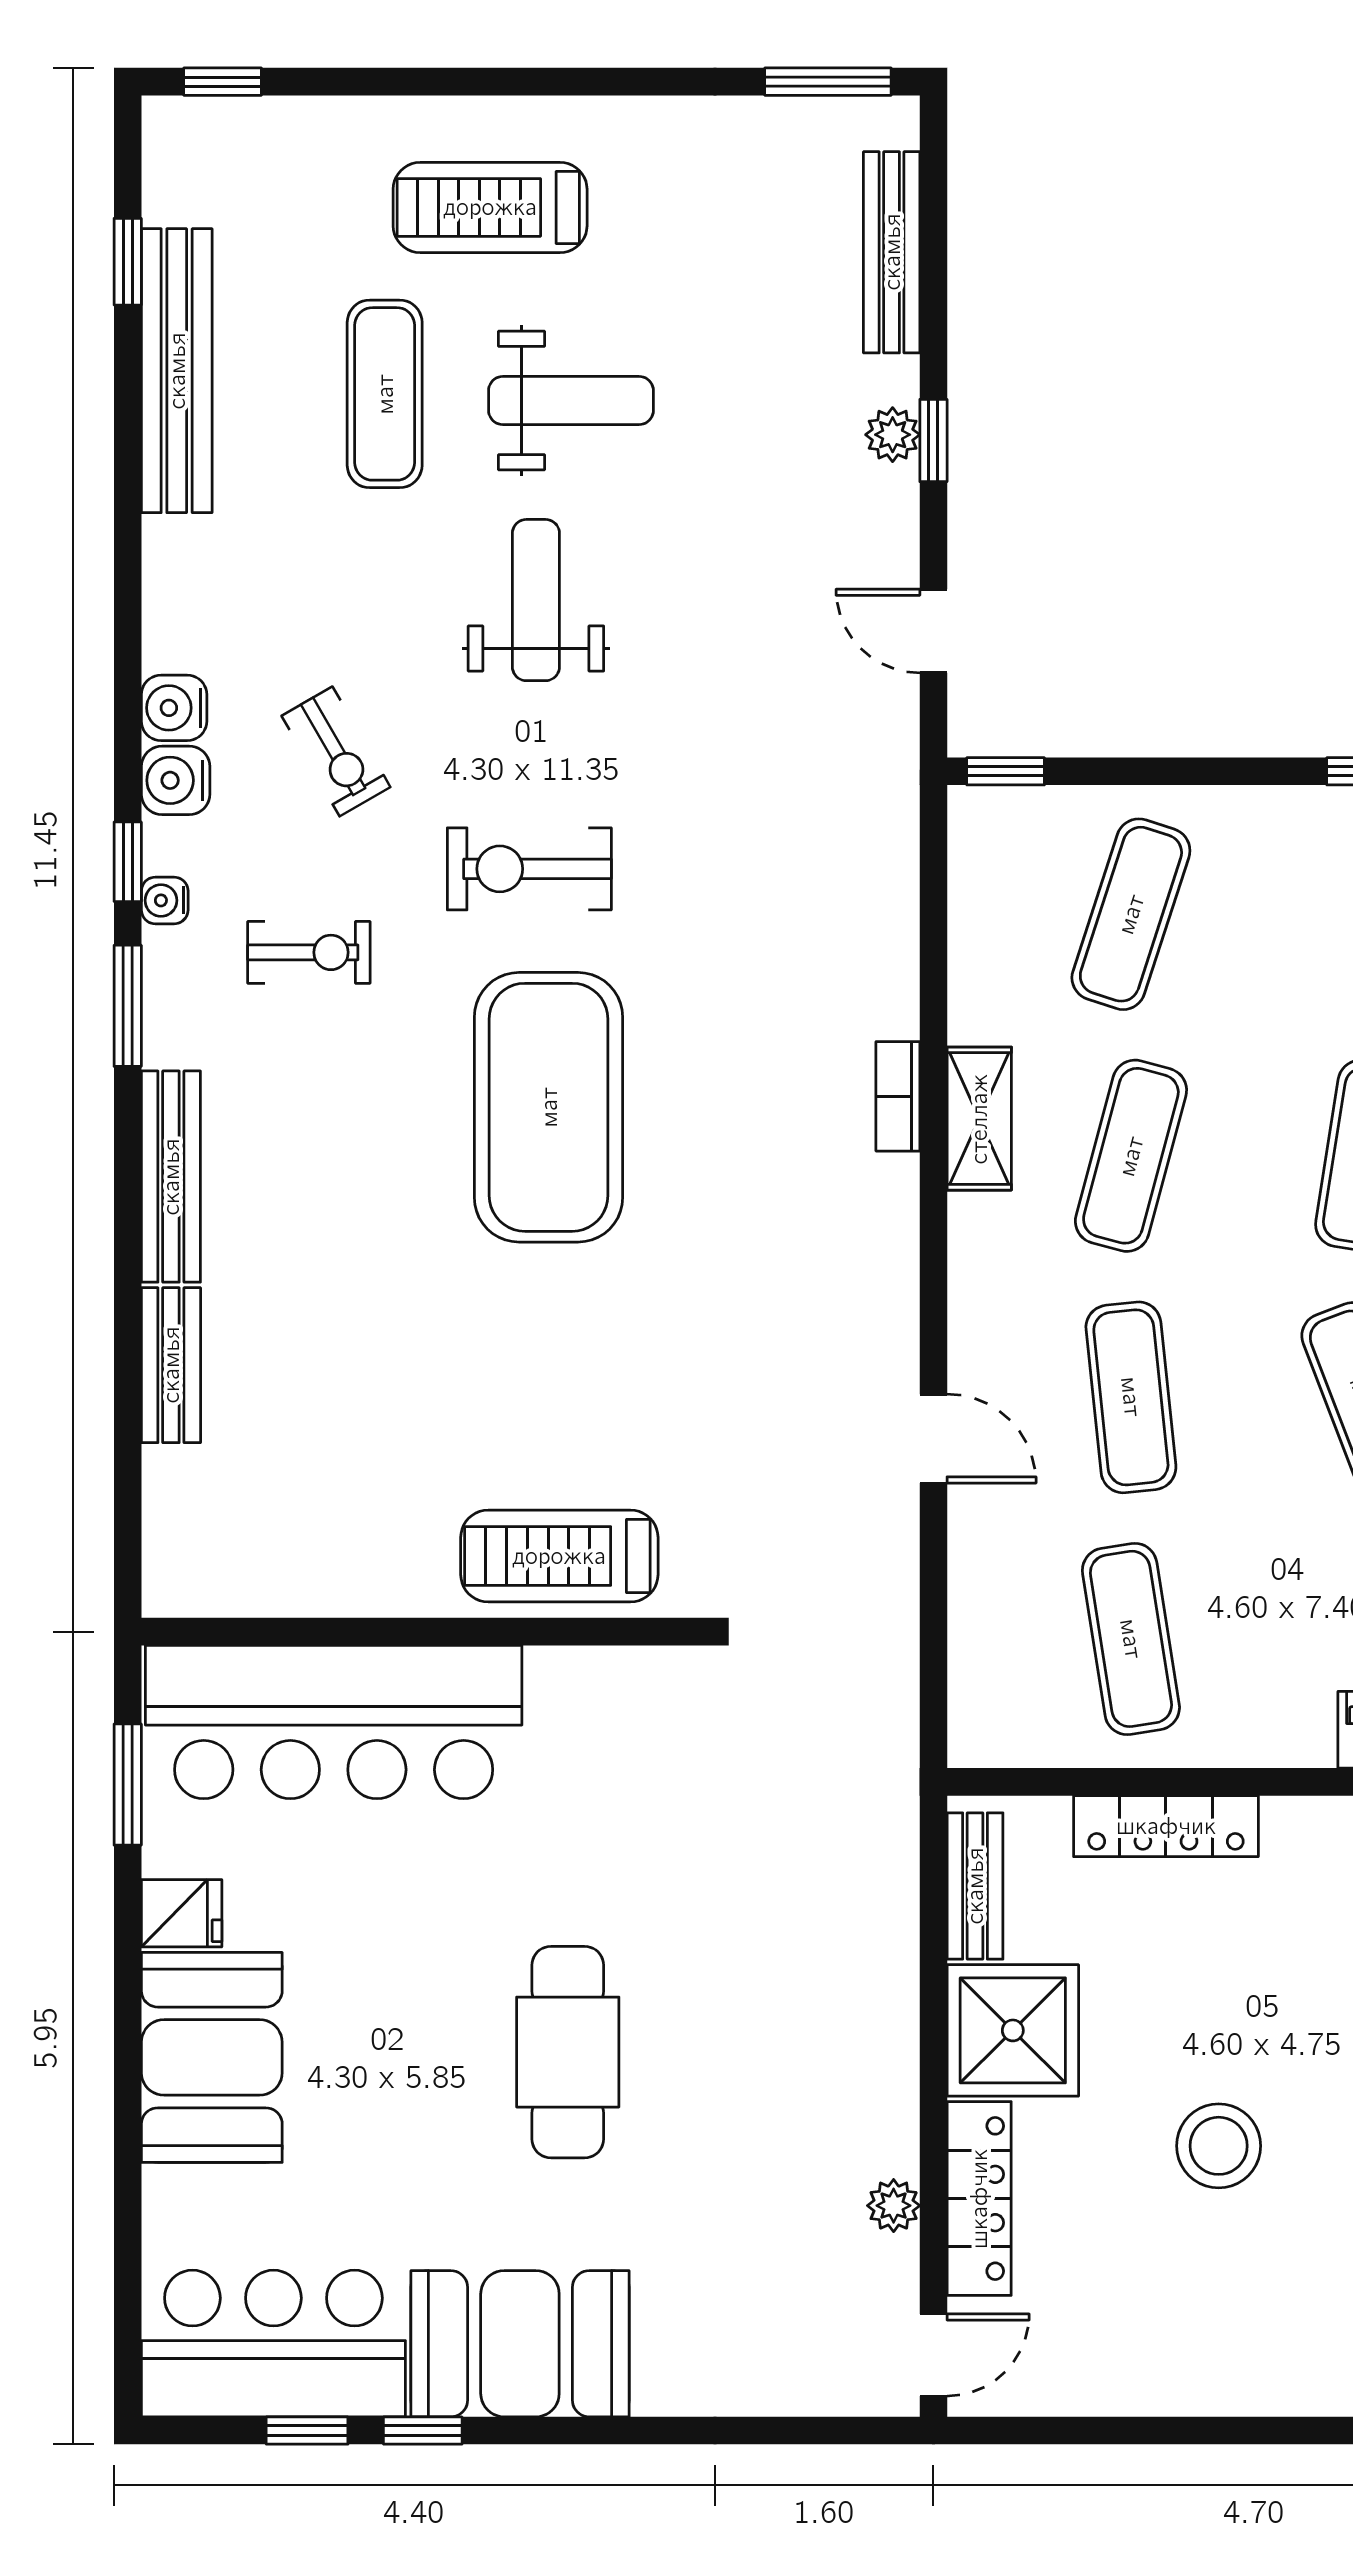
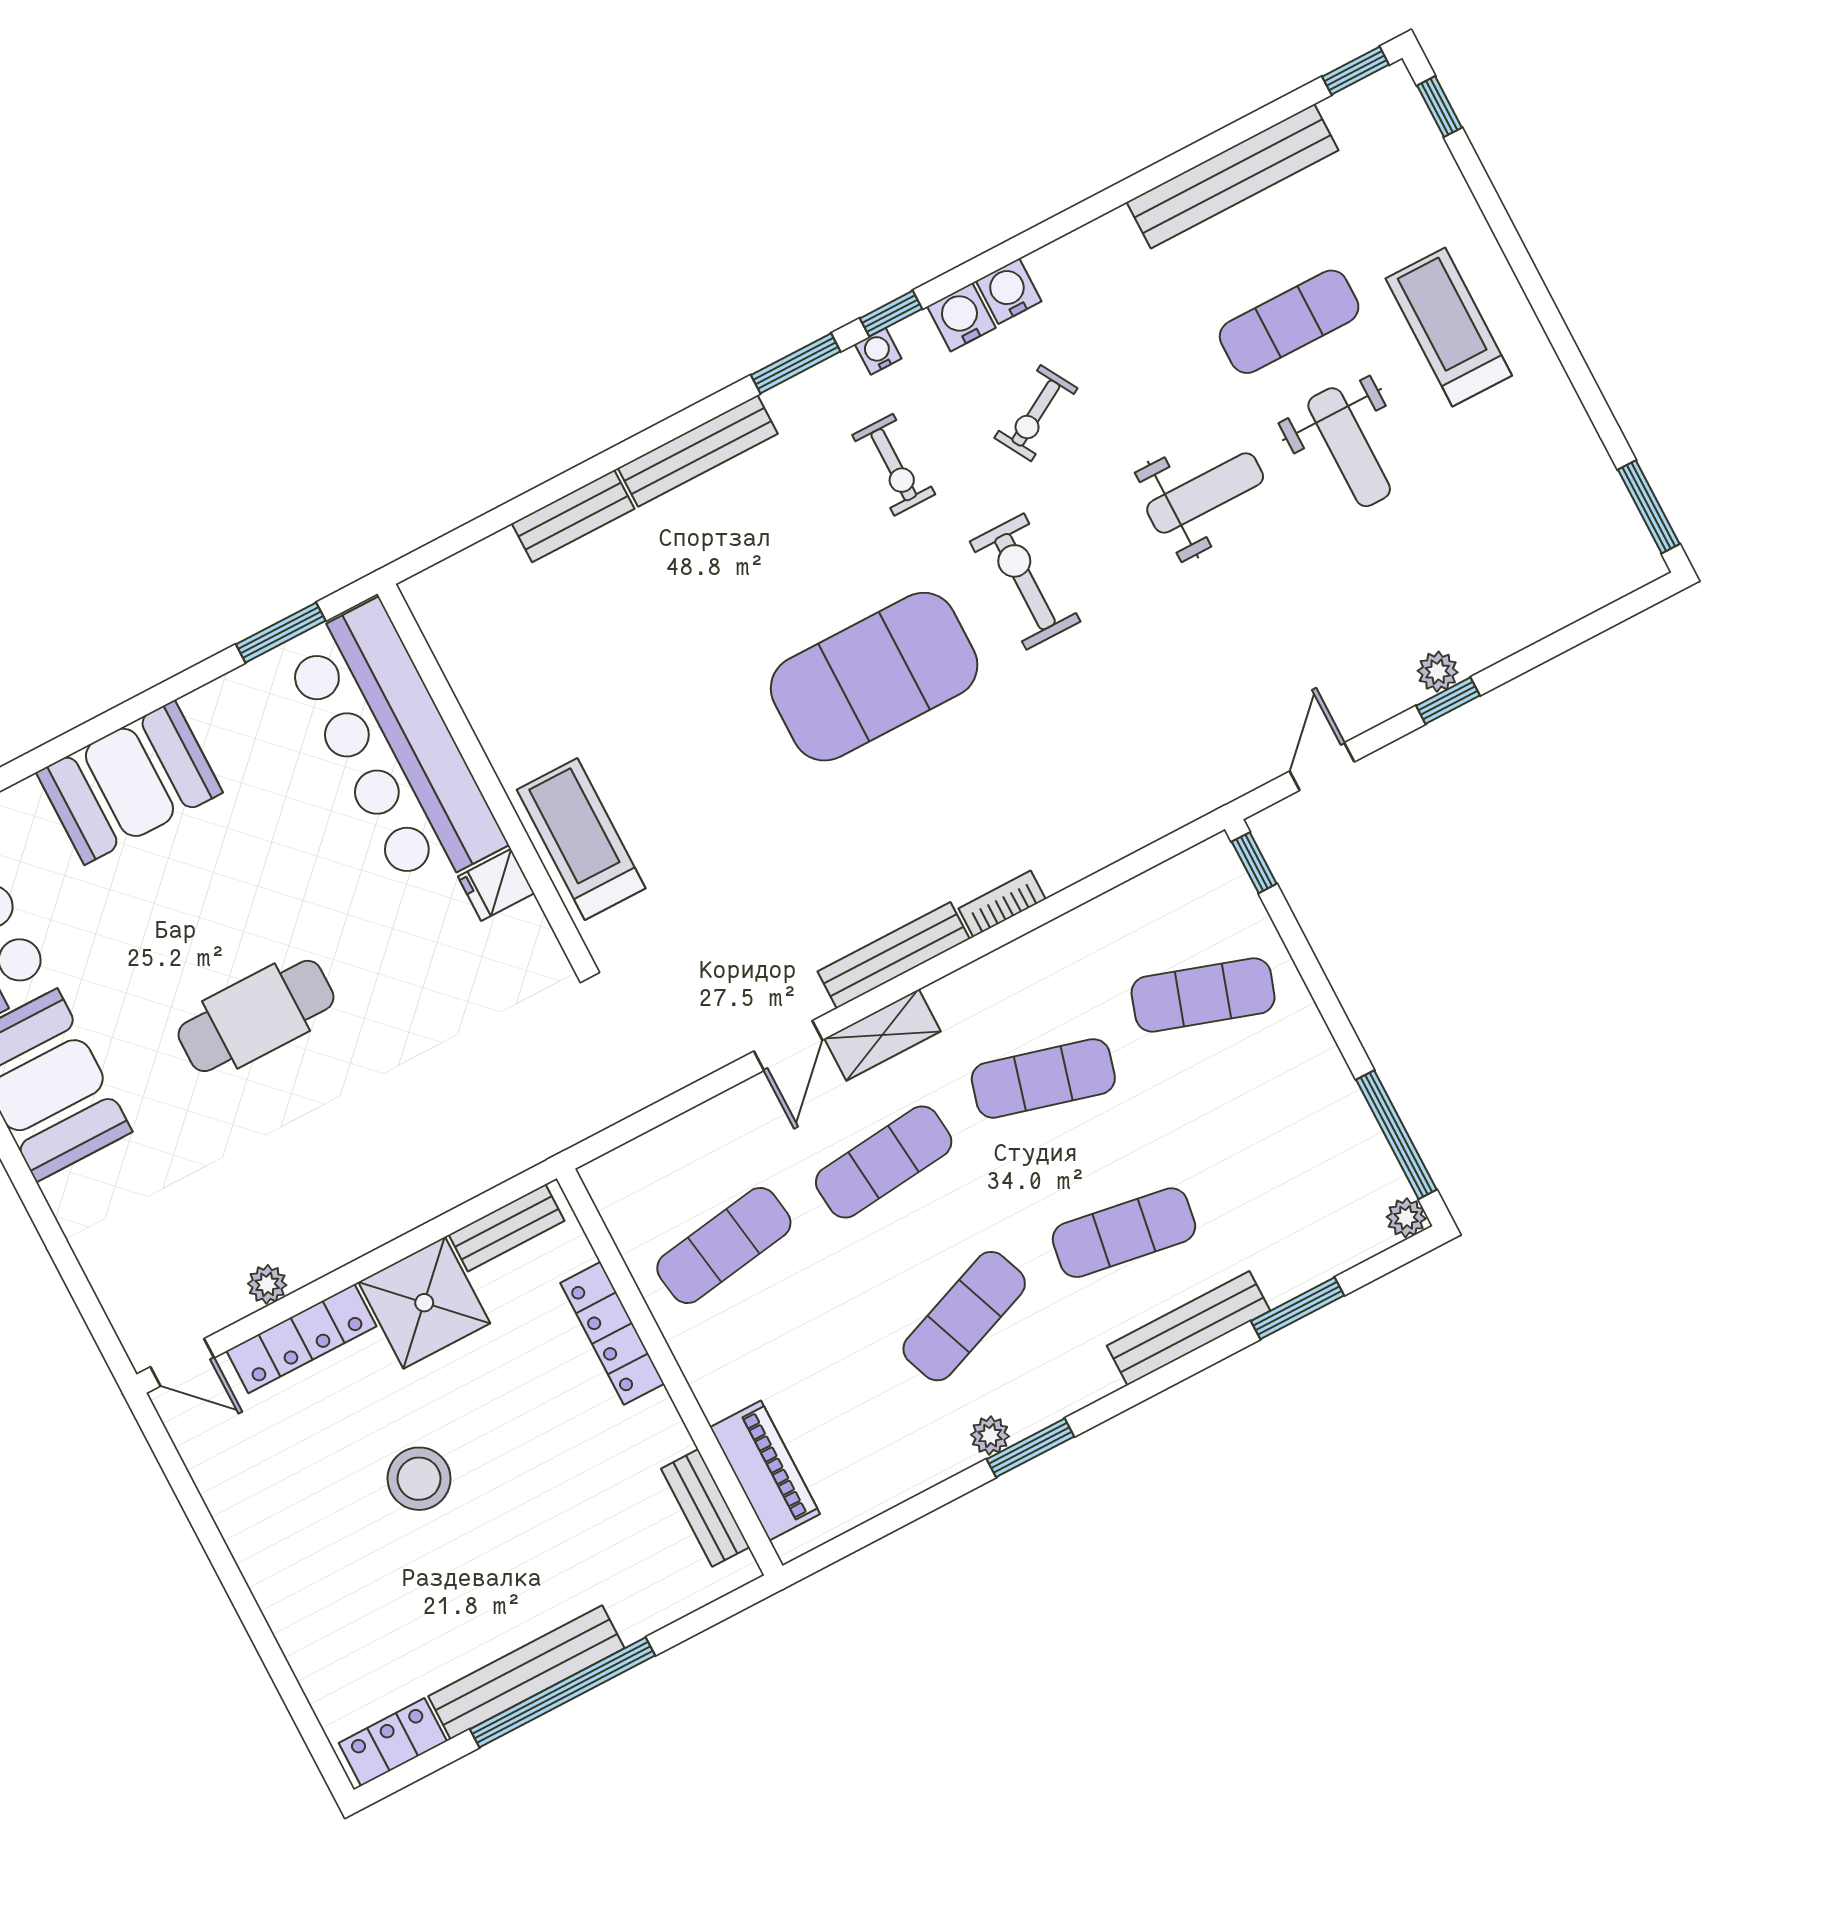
bench: (892, 252) -> (894, 955), moved
window: (128, 262) -> (1356, 71), moved
shelving: (979, 1119) -> (882, 1035), moved
fridge: (182, 1913) -> (496, 885), moved, turned 90

